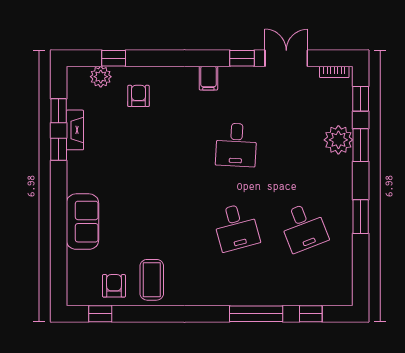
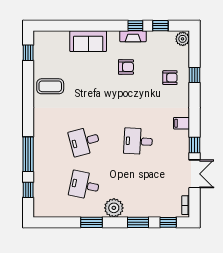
window: (114, 58) -> (195, 75), moved
plant: (101, 77) -> (183, 39), moved
fireplace: (75, 130) -> (133, 36), moved
plant: (338, 140) -> (114, 208), moved
desk: (304, 227) -> (84, 185), turned 33
armchair: (114, 286) -> (126, 67), moved

